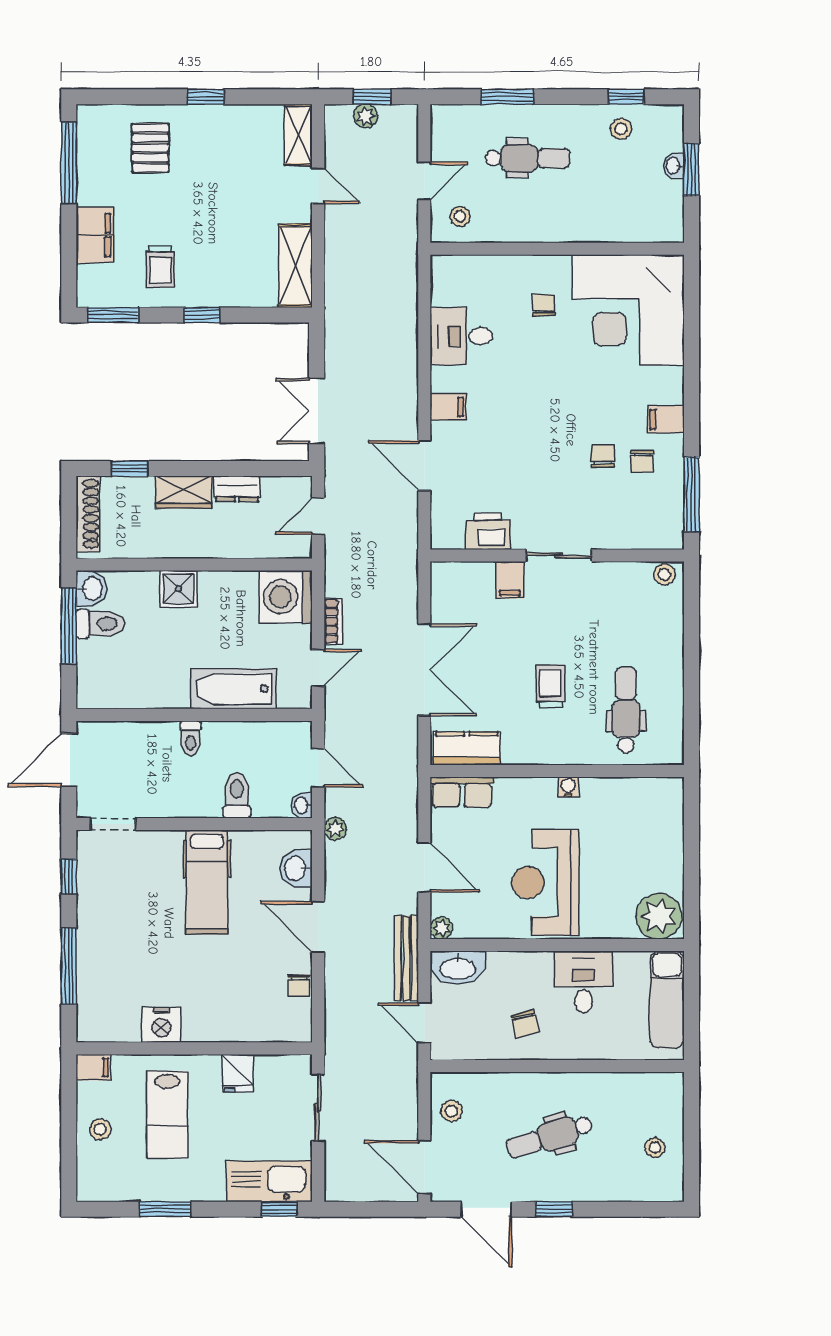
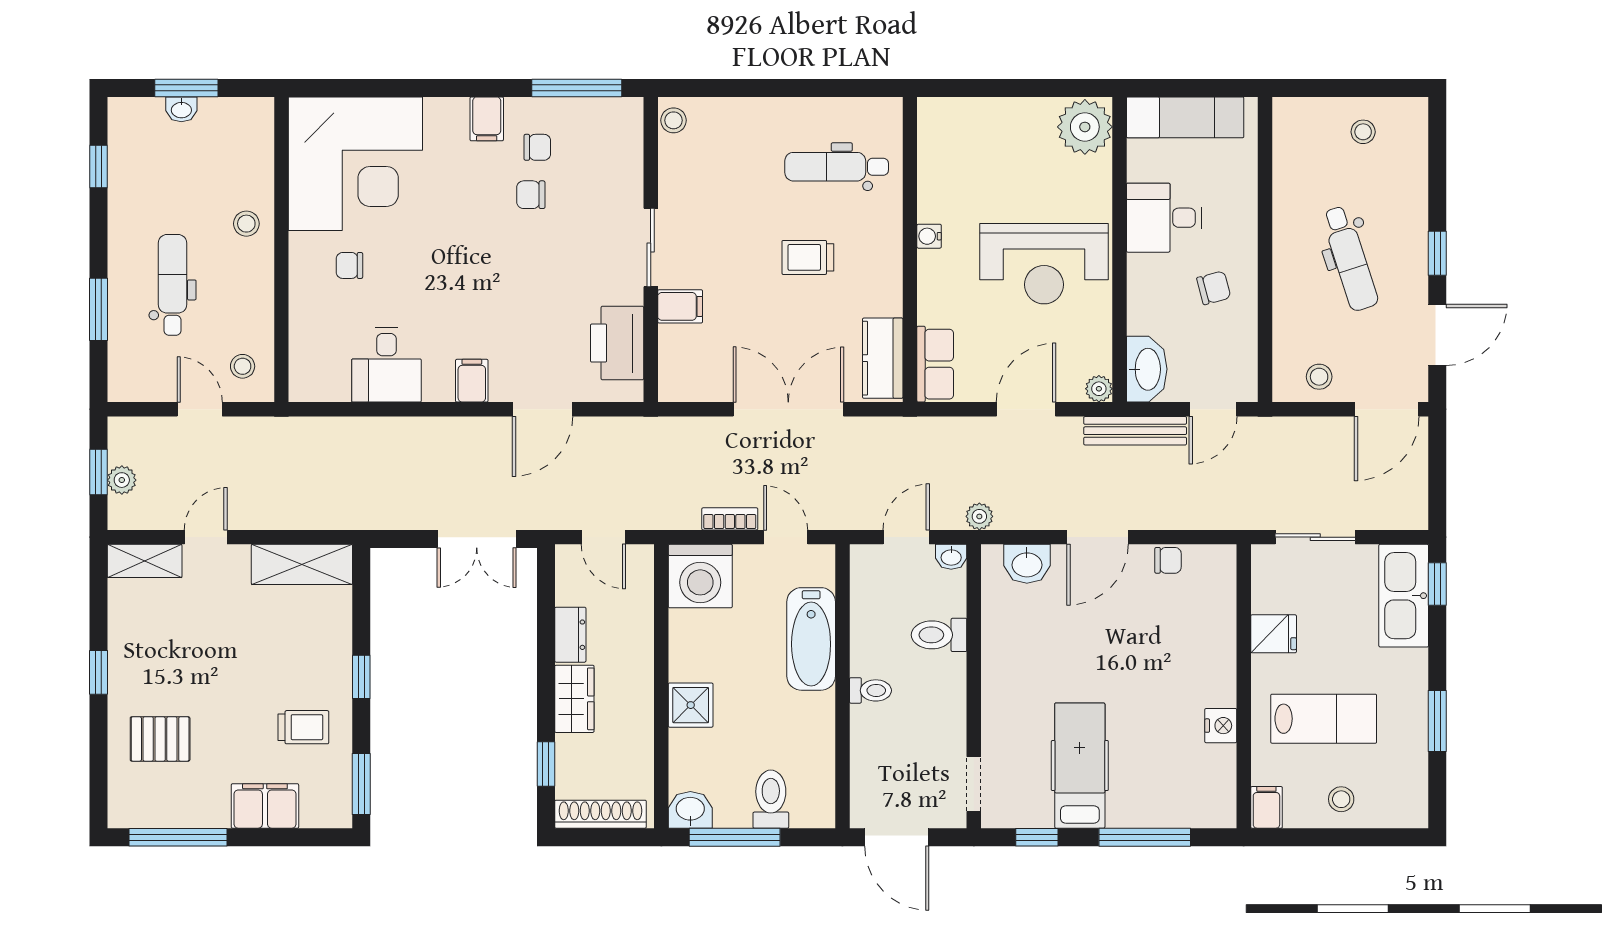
stool: (621, 129) -> (246, 224), moved
printer: (488, 531) -> (617, 343), width x1.37, depth x1.19
toilet: (100, 624) -> (771, 799), moved
hospital bed: (207, 882) -> (1080, 766), moved, turned -90
nightstand: (161, 1025) -> (1221, 726), width x0.74, depth x0.75

